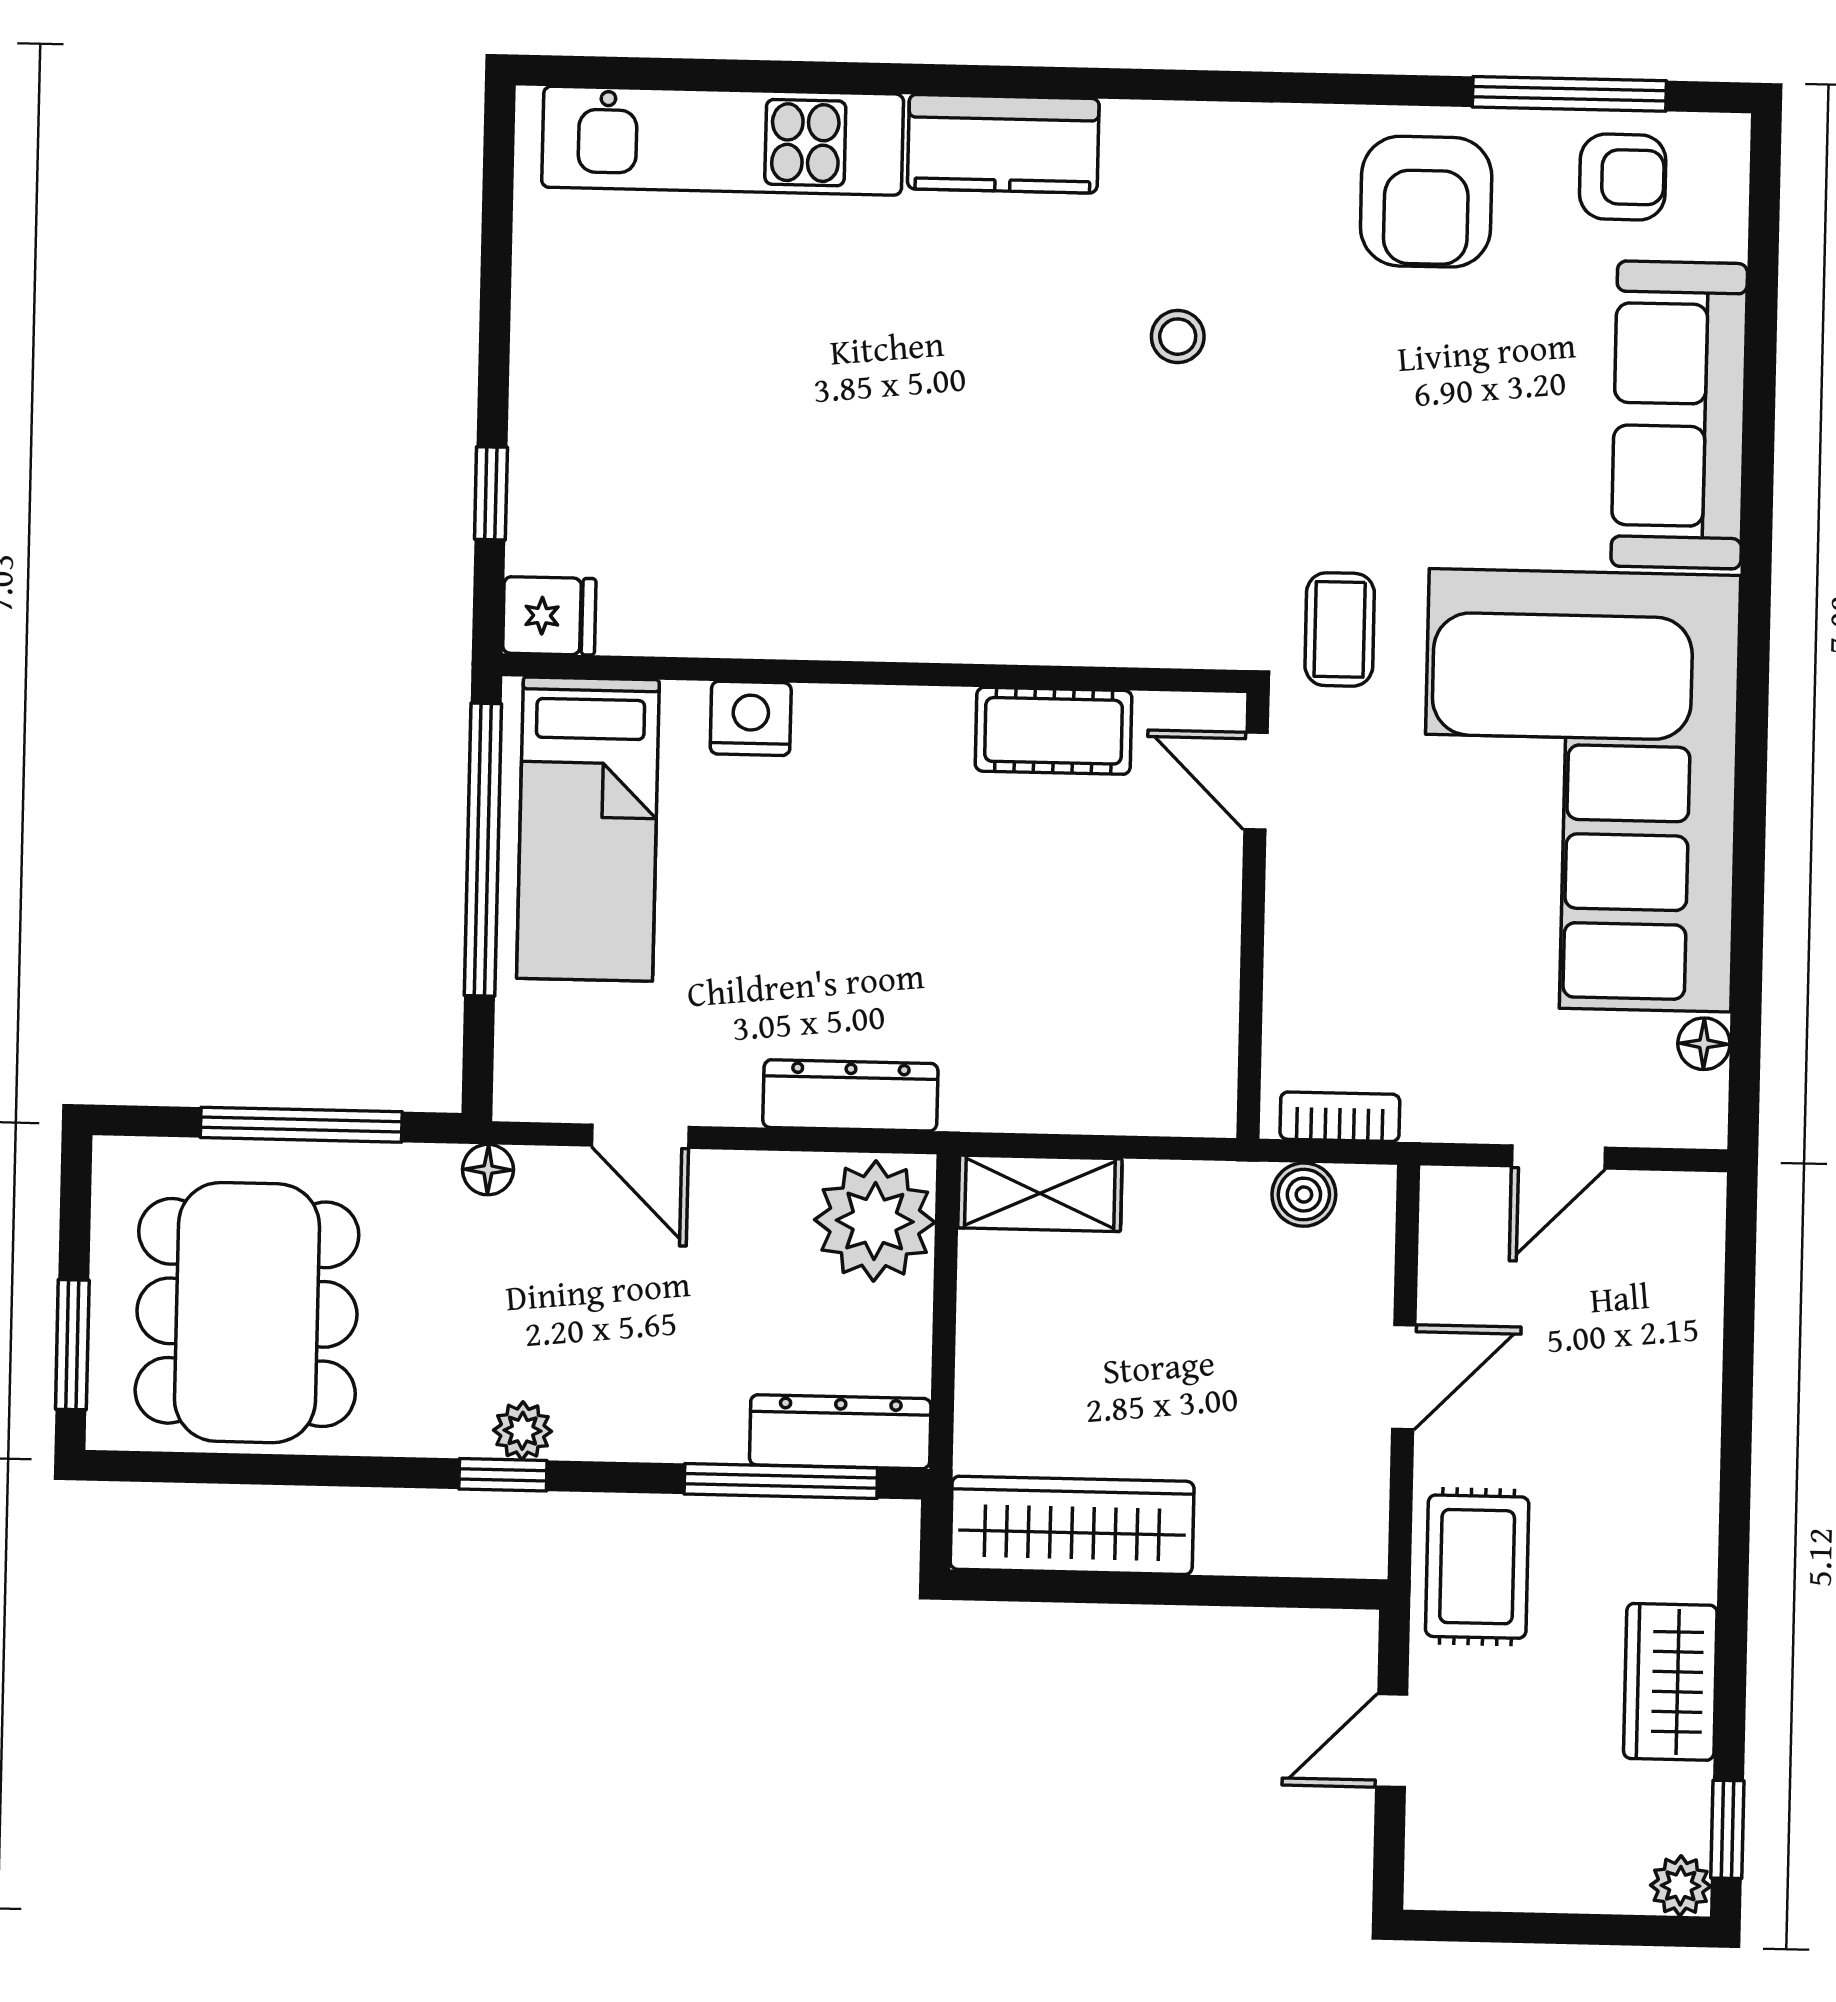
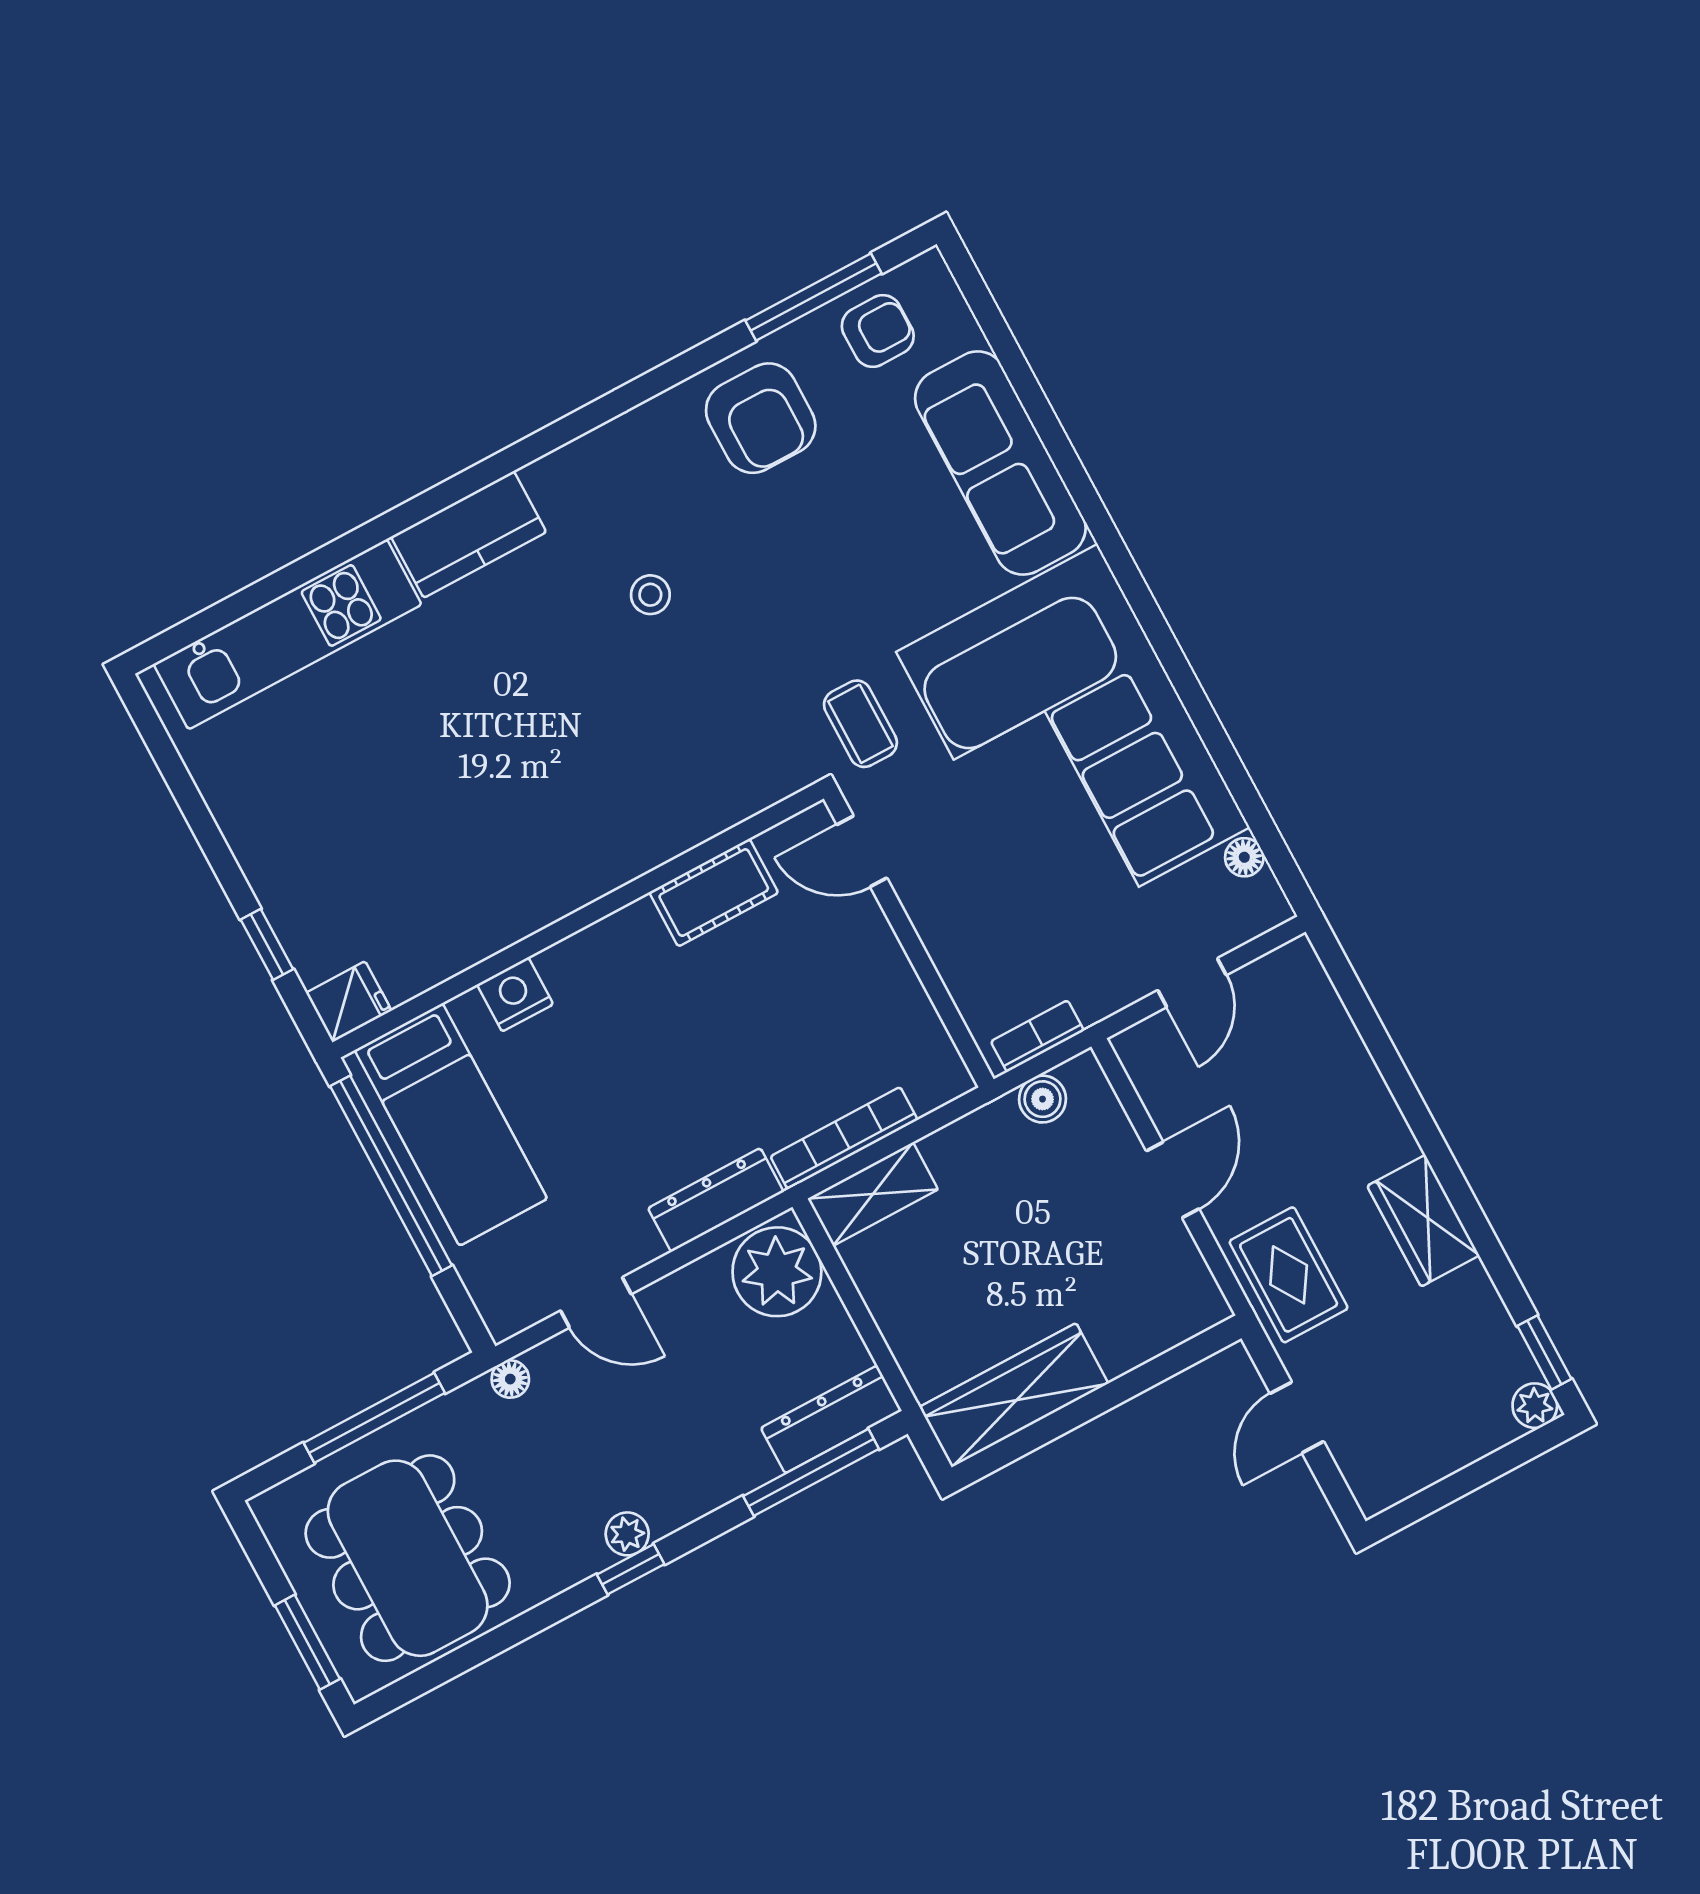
bookcase: (1043, 1108) -> (844, 1138), added
wardrobe: (1670, 1682) -> (1423, 1221), moved

